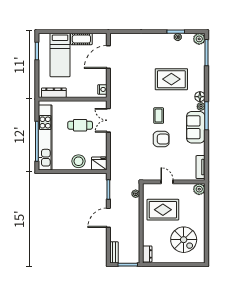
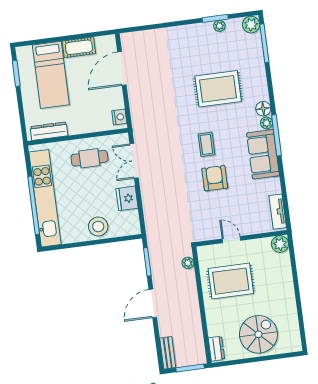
cafe table: (80, 125) -> (89, 158), moved
armchair: (161, 139) -> (215, 178), turned -90
fridge: (99, 163) -> (127, 198), moved, turned -90
spiral stairs: (184, 240) -> (258, 334), moved, turned -90

